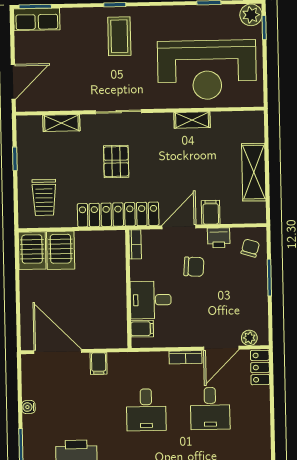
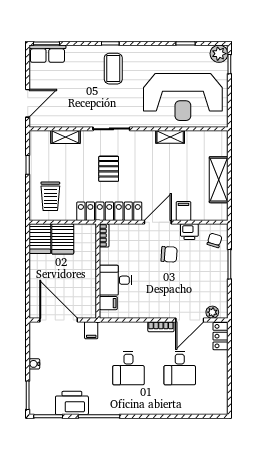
bookcase: (135, 244) -> (104, 235), moved
wall: (128, 289) -> (98, 271), moved
desk: (151, 300) -> (116, 280), moved
filing cabinet: (142, 329) -> (108, 303), moved

